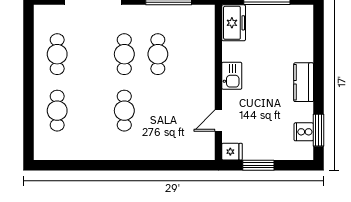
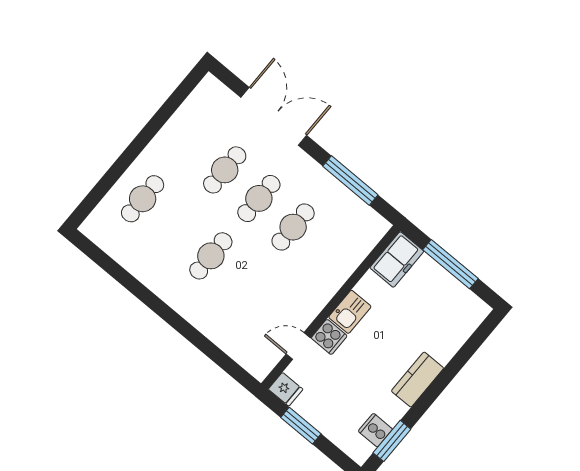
cafe table: (57, 54) -> (225, 170), moved
cooker: (232, 100) -> (329, 337), added

